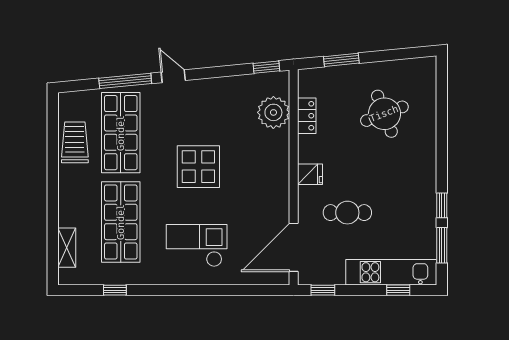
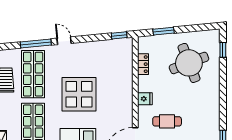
plant: (273, 112) -> (123, 62), removed
round table: (384, 114) -> (189, 63), width x1.36, depth x1.36
display table: (198, 167) -> (79, 94), width x1.36, depth x1.36
window: (442, 205) -> (223, 50), moved

